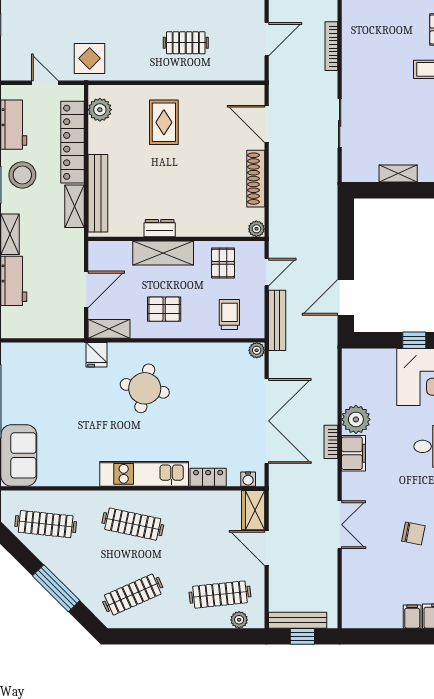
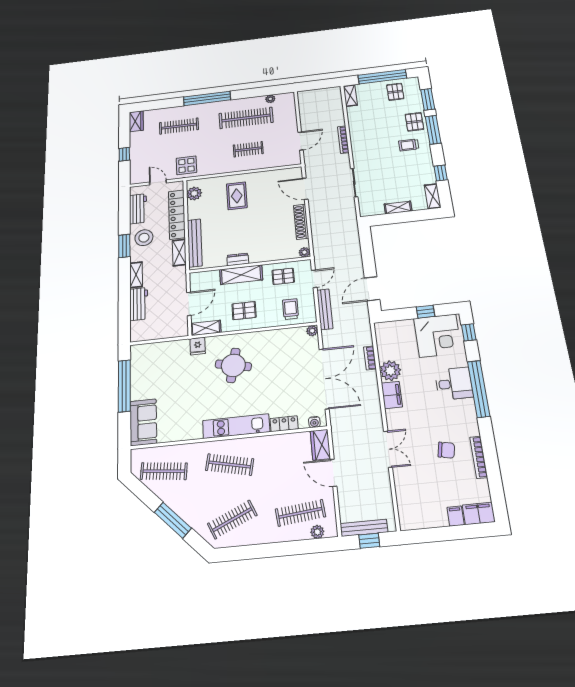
pallet: (223, 263) -> (283, 276), turned 90
bookcase: (331, 442) -> (370, 358), moved

